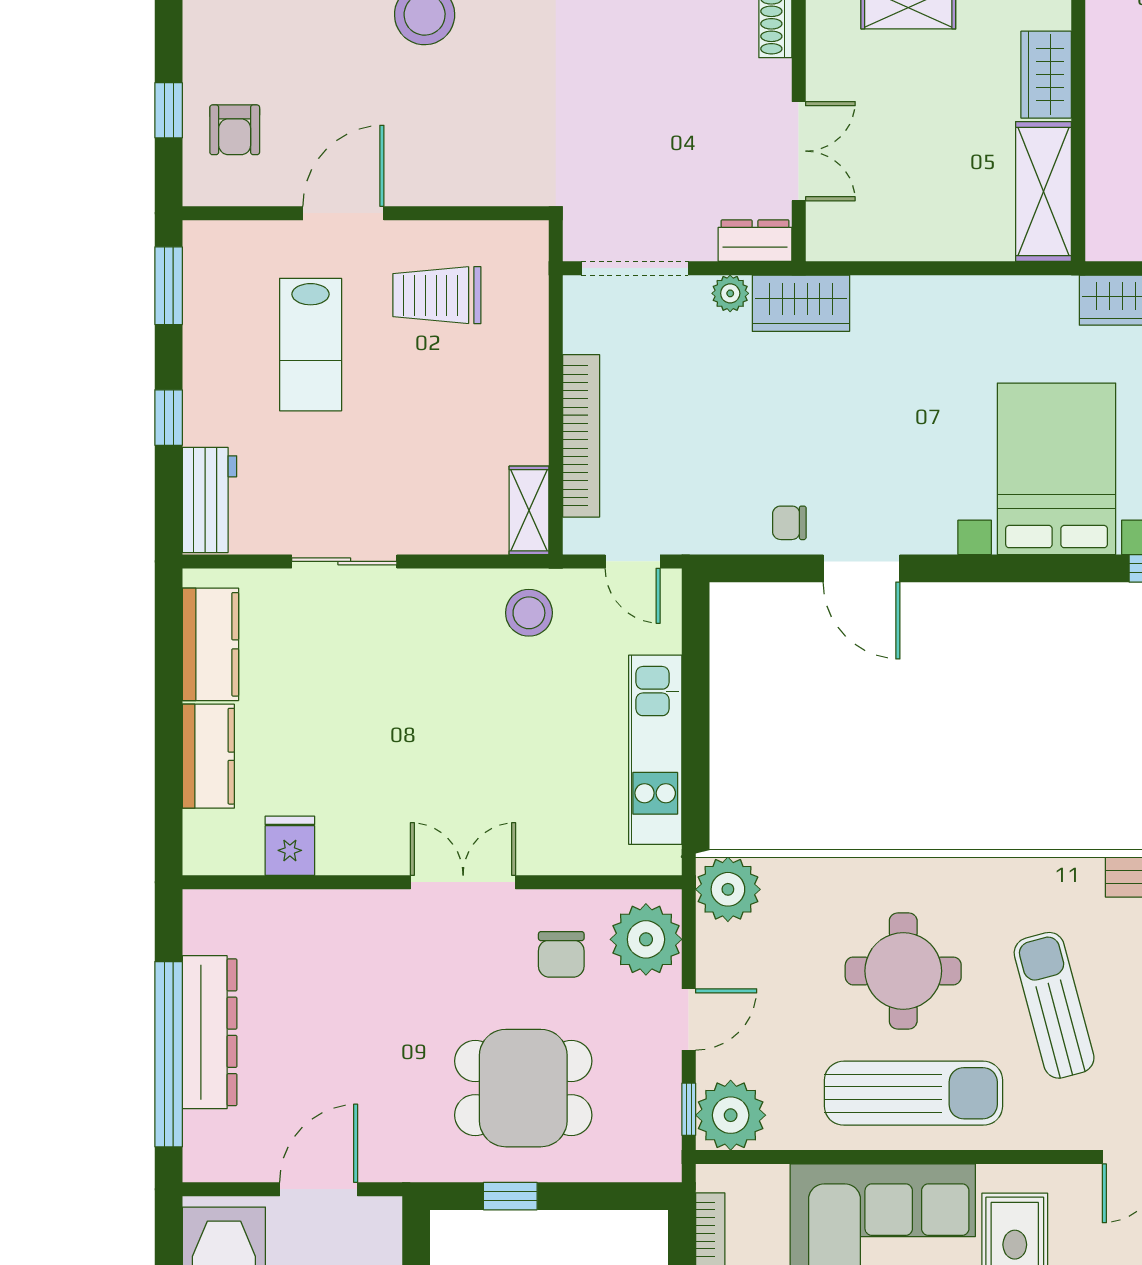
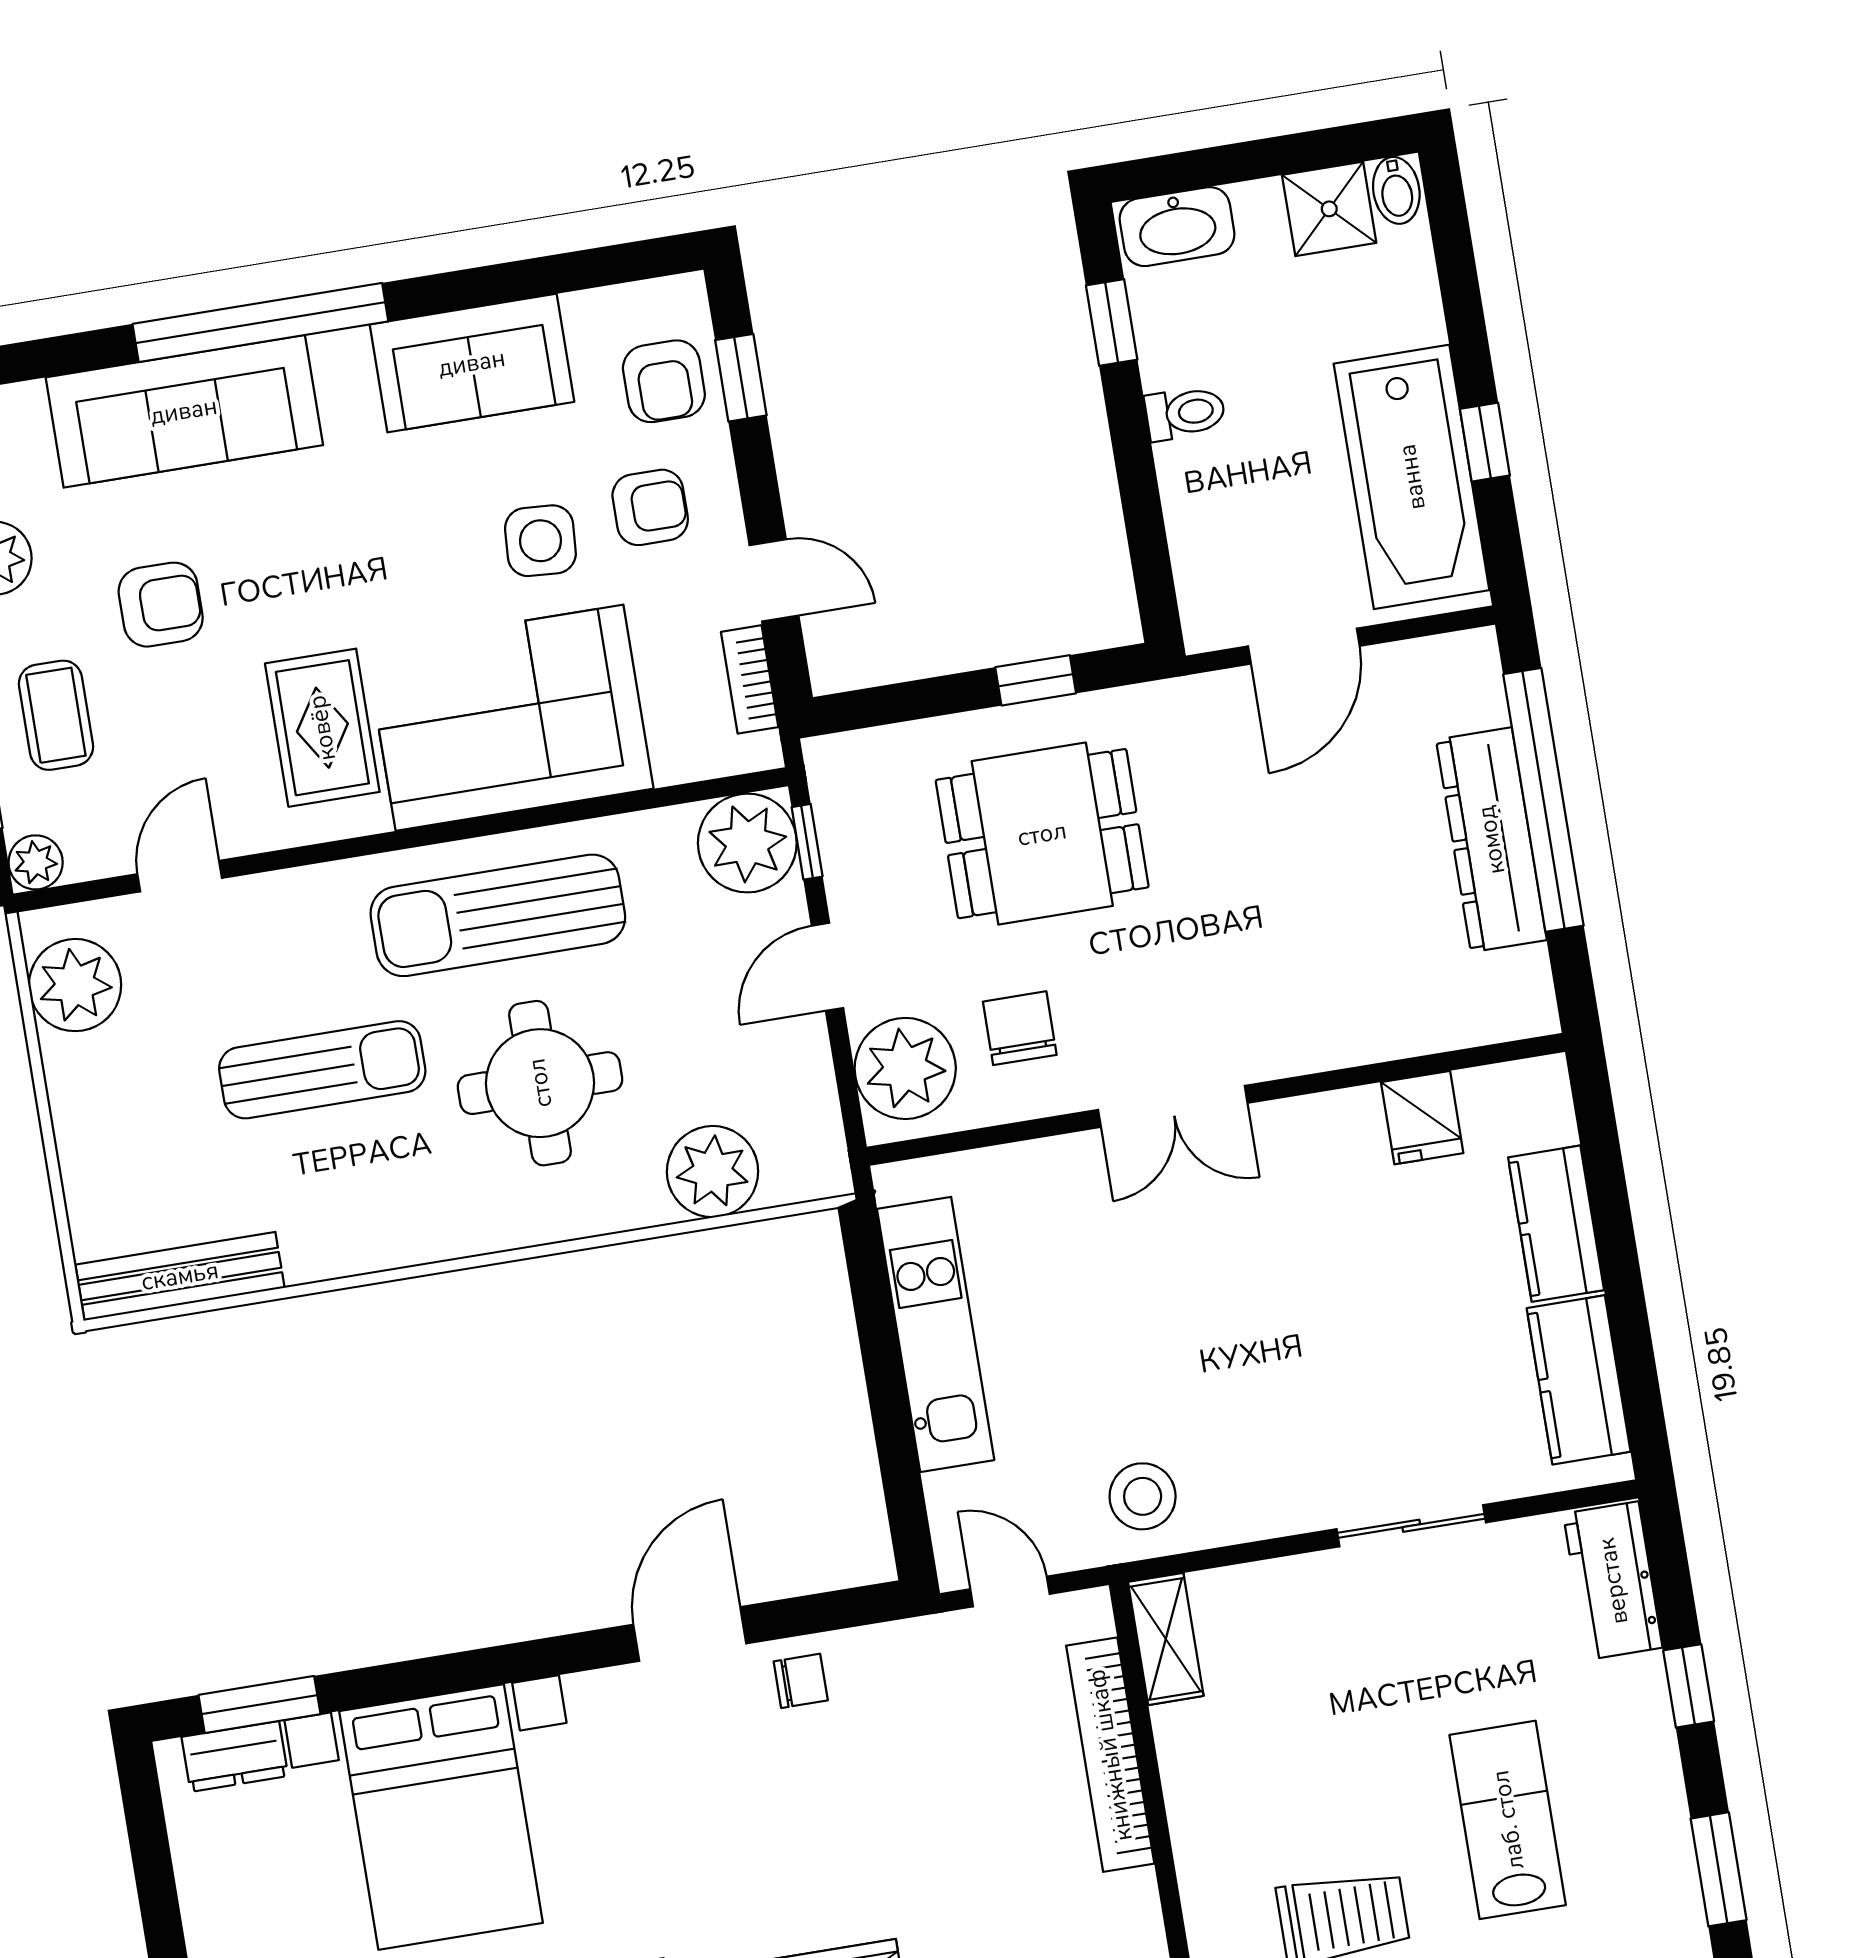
door: (862, 568) -> (690, 1634), hinge flipped
plant: (728, 889) -> (713, 1172), moved
sun lounger: (1054, 1005) -> (322, 1070), turned -75

